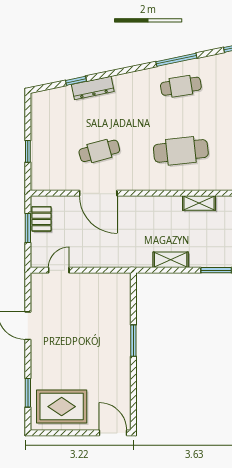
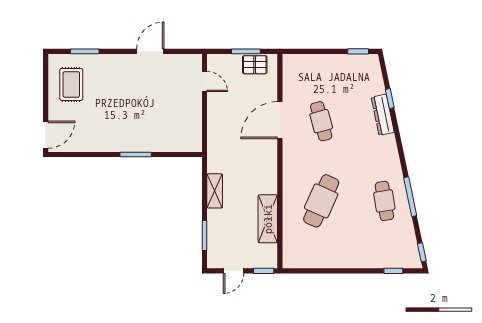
window: (28, 151) -> (358, 51), moved
cafe table: (181, 151) -> (321, 201), turned 30
shelving: (199, 203) -> (268, 219), width x1.50, depth x1.33
rug: (62, 407) -> (71, 84), width x0.73, depth x0.70

